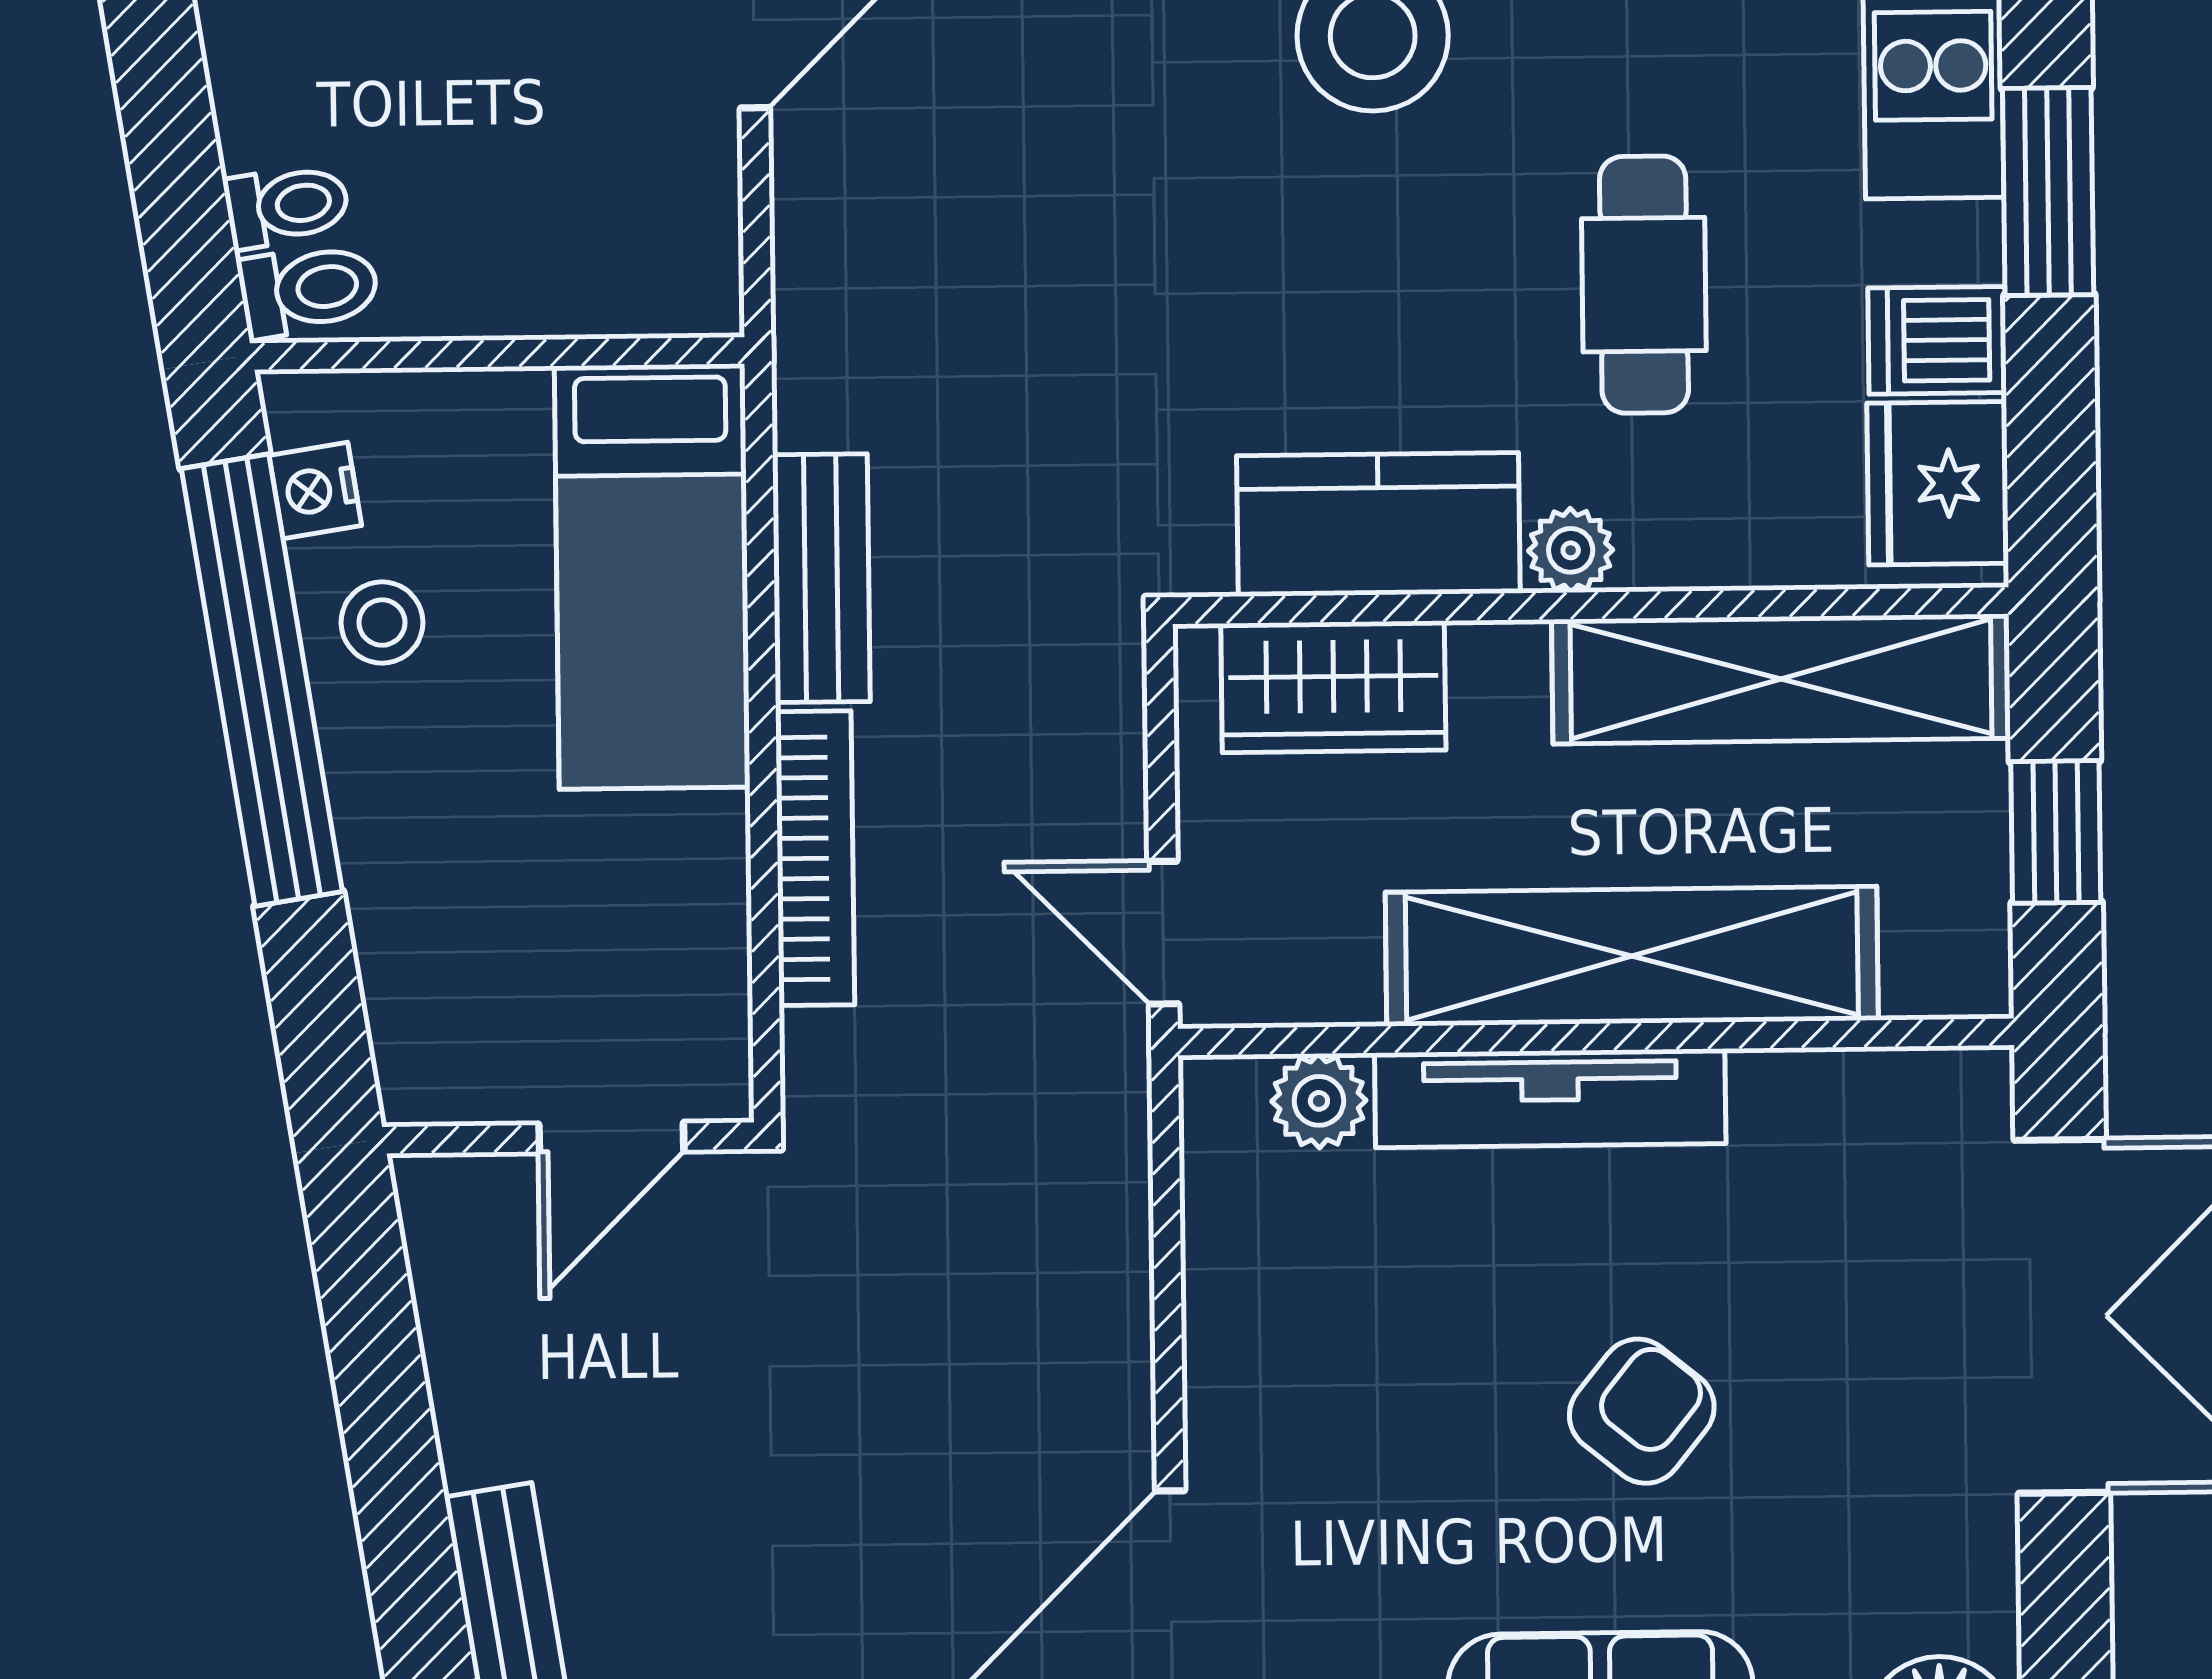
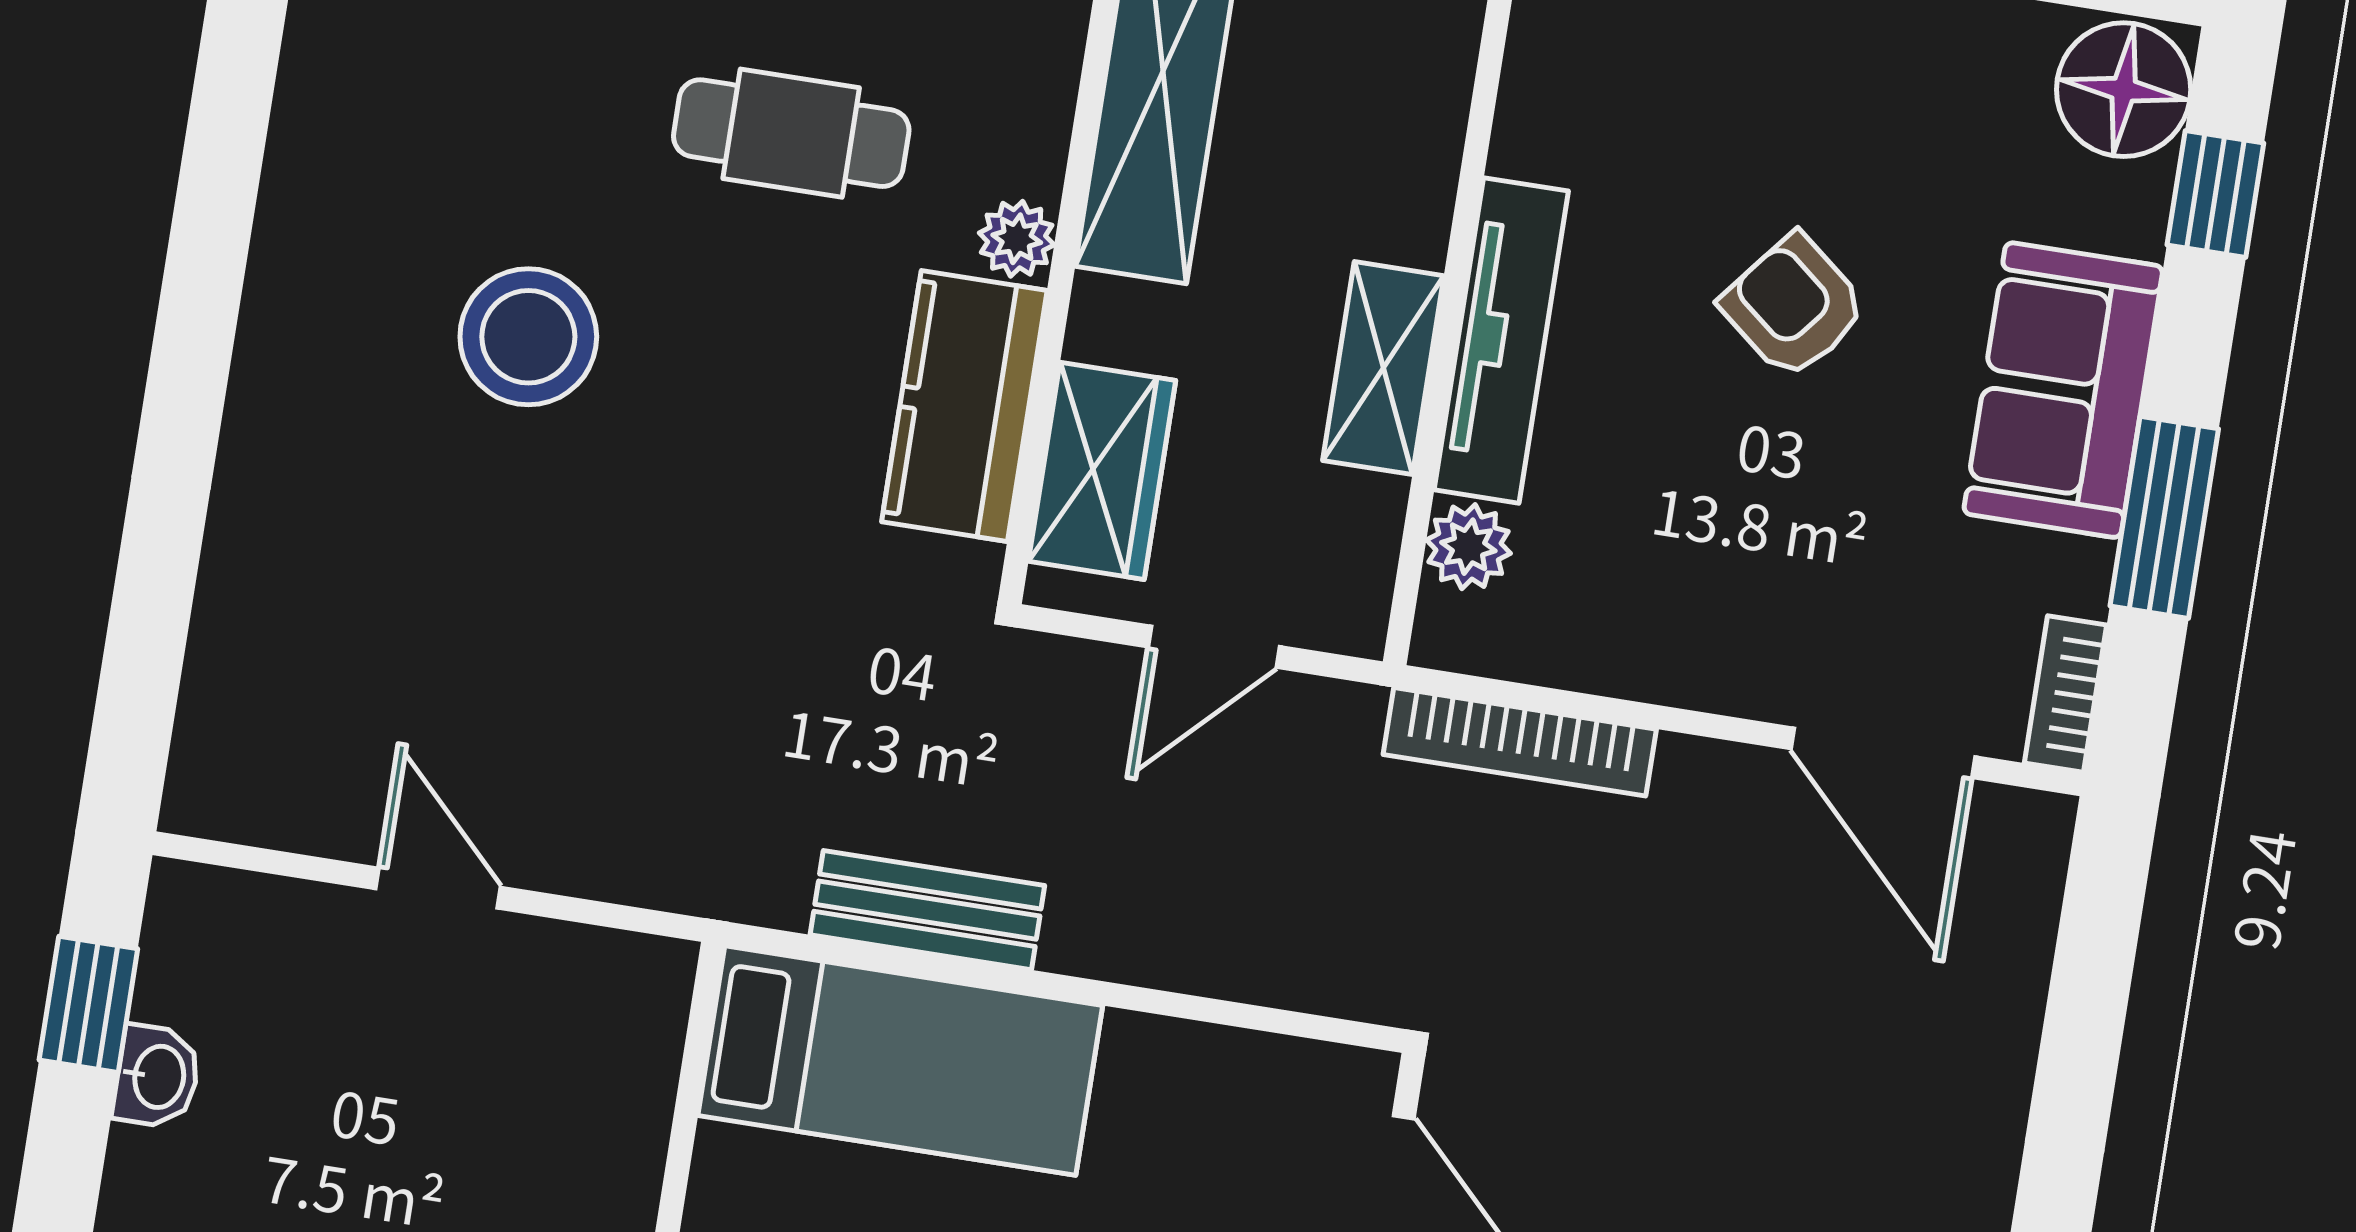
bookcase: (815, 858) -> (1520, 742), moved, turned 180
door: (1163, 933) -> (1214, 647), moved
shelving: (1632, 956) -> (1383, 368), width x0.45, depth x0.75

